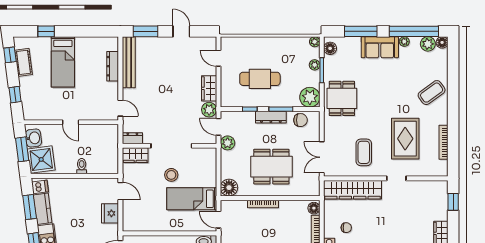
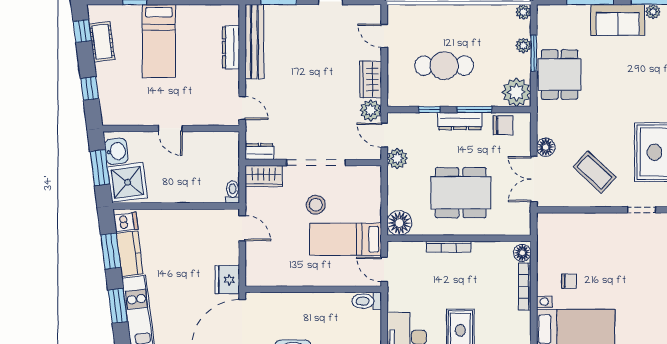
floor lamp: (330, 48) -> (546, 147), moved
dining table: (342, 98) -> (560, 75), moved
coffee table: (364, 152) -> (594, 172), turned -47
toilet: (82, 166) -> (233, 192), moved
wardrobe: (353, 190) -> (578, 226), removed
fridge: (110, 213) -> (227, 280), moved

